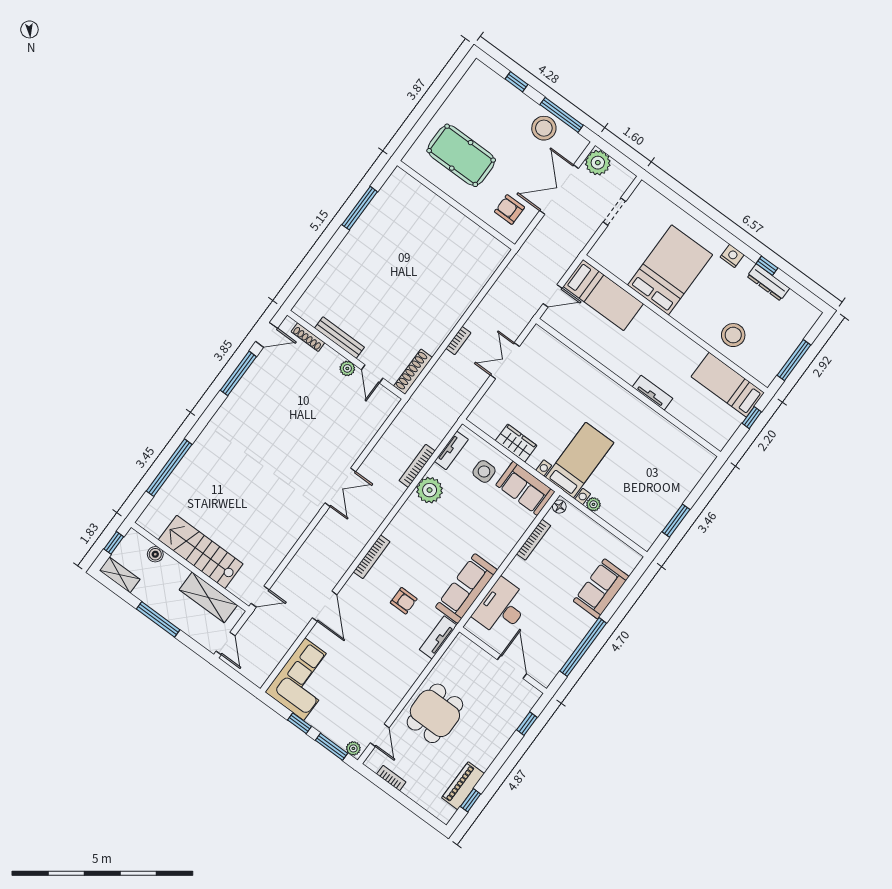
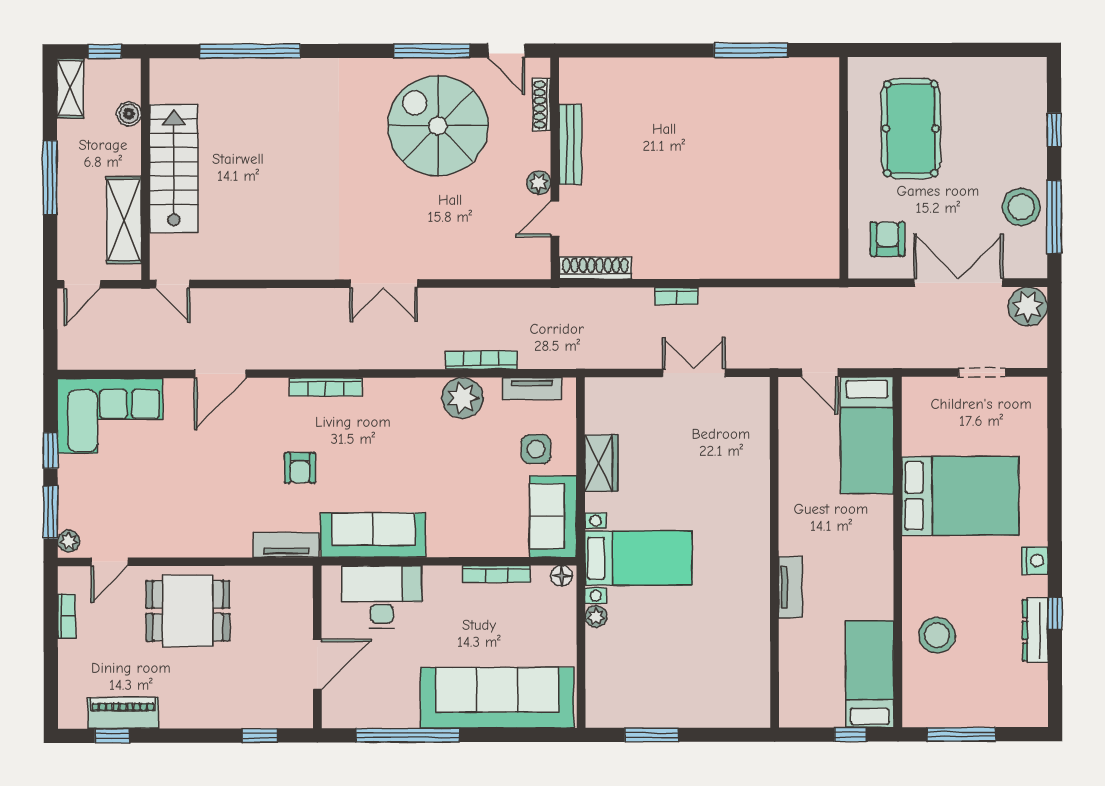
spiral stairs: (279, 399) -> (438, 126), added
sofa: (601, 589) -> (497, 698), width x1.85, depth x1.27

